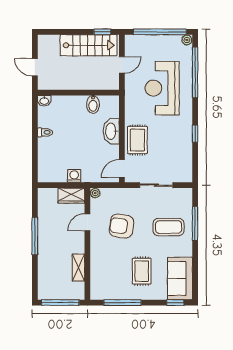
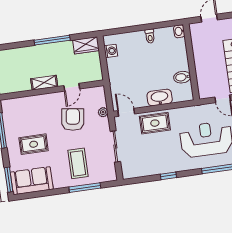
washing machine: (74, 176) -> (111, 51), moved
plant: (95, 193) -> (103, 112), moved
wardrobe: (71, 196) -> (86, 45), moved, turned -90
door: (87, 222) -> (72, 87), swing flipped
shelving: (78, 268) -> (44, 83), moved
window: (175, 303) -> (9, 180), width x1.50

